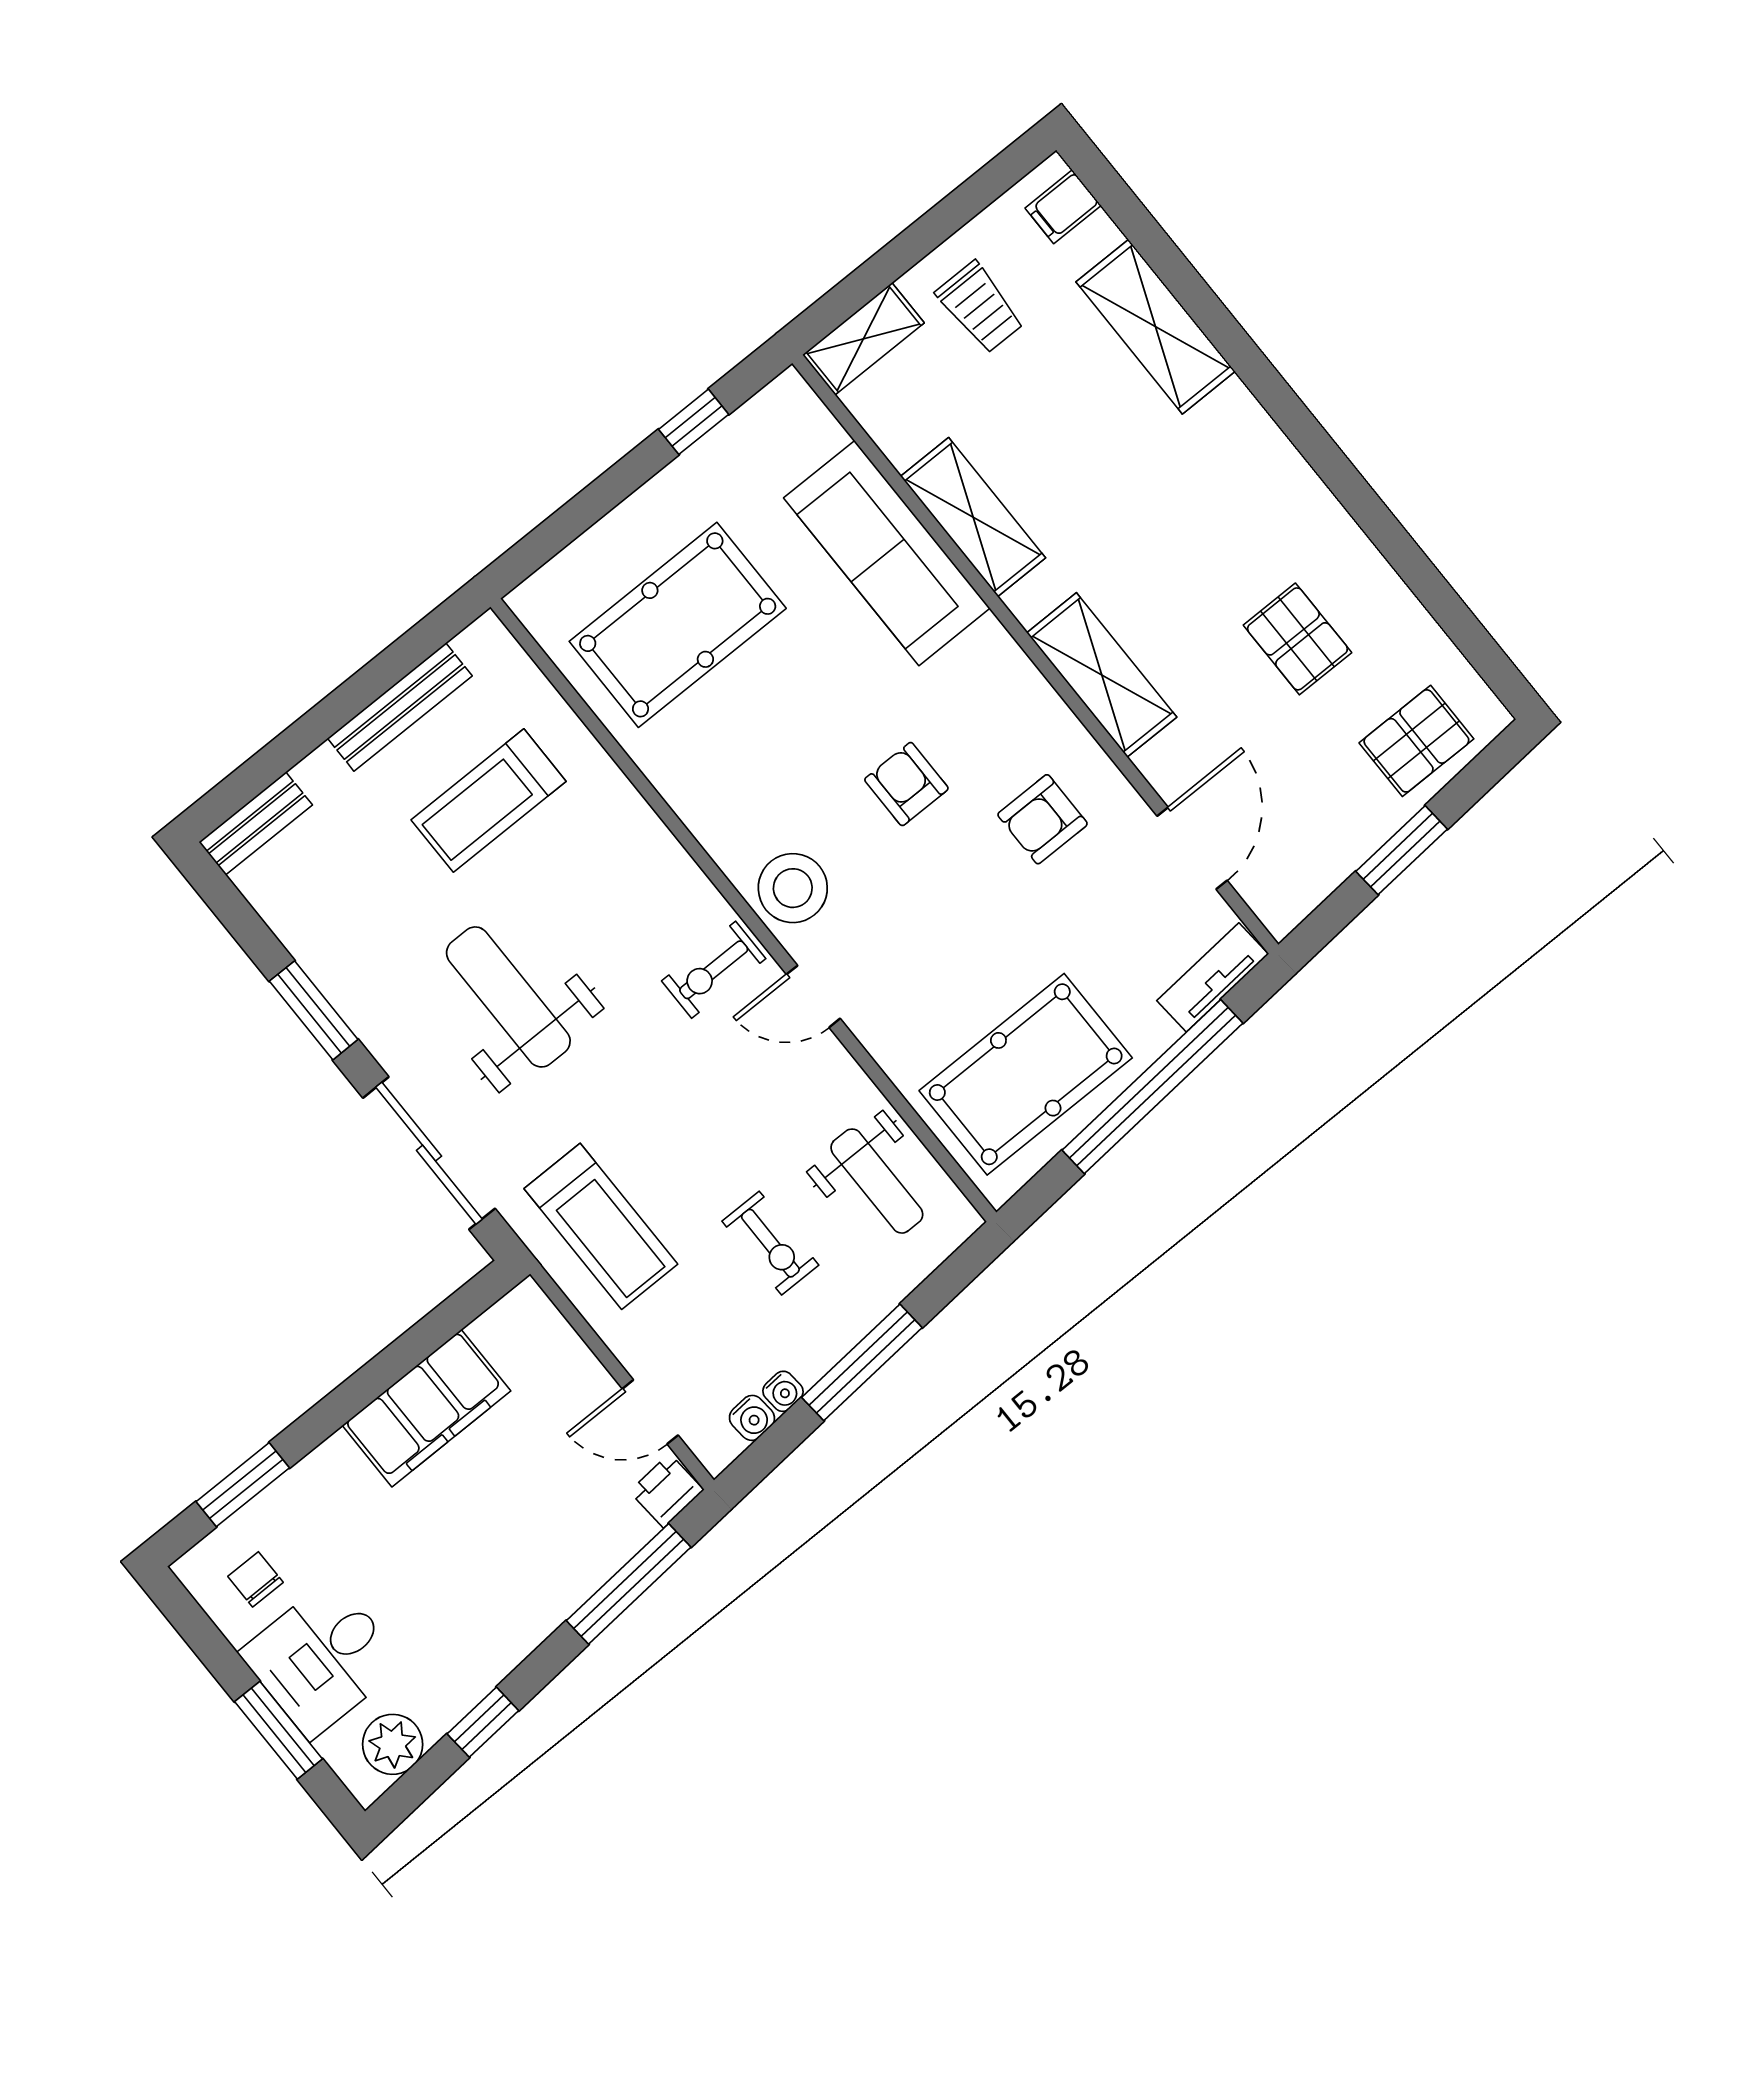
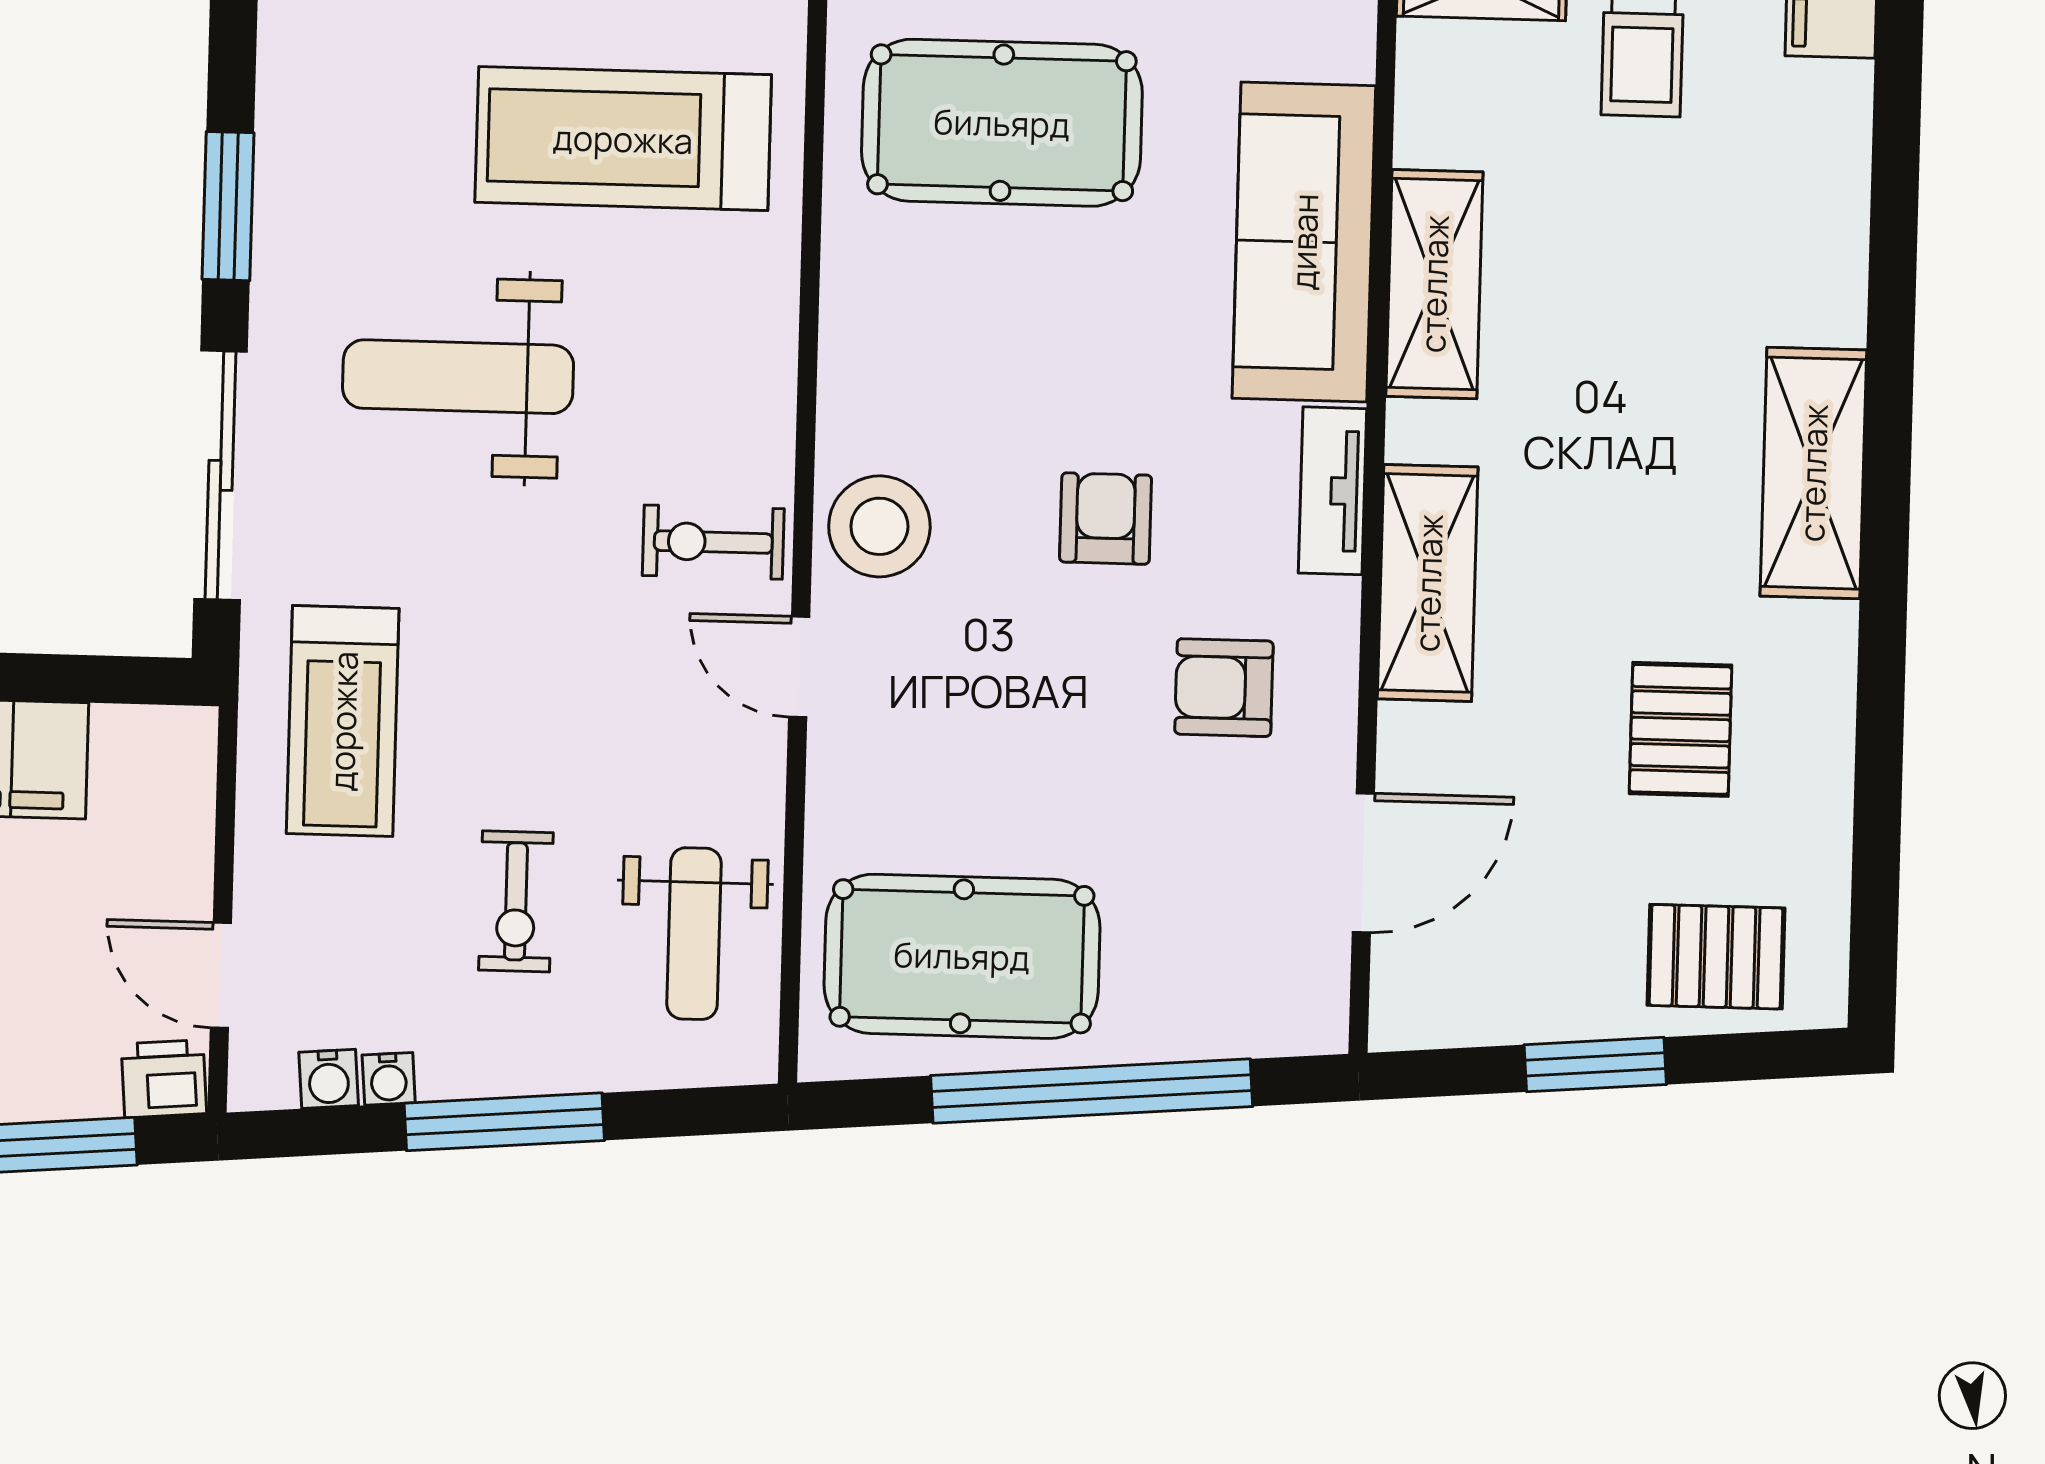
shelving: (1156, 327) -> (1813, 473), moved
treadmill: (489, 801) -> (623, 139), width x1.37, depth x1.38
tv unit: (1213, 977) -> (1332, 491), moved, turned -85
weight bench: (508, 997) -> (458, 377), turned -90

